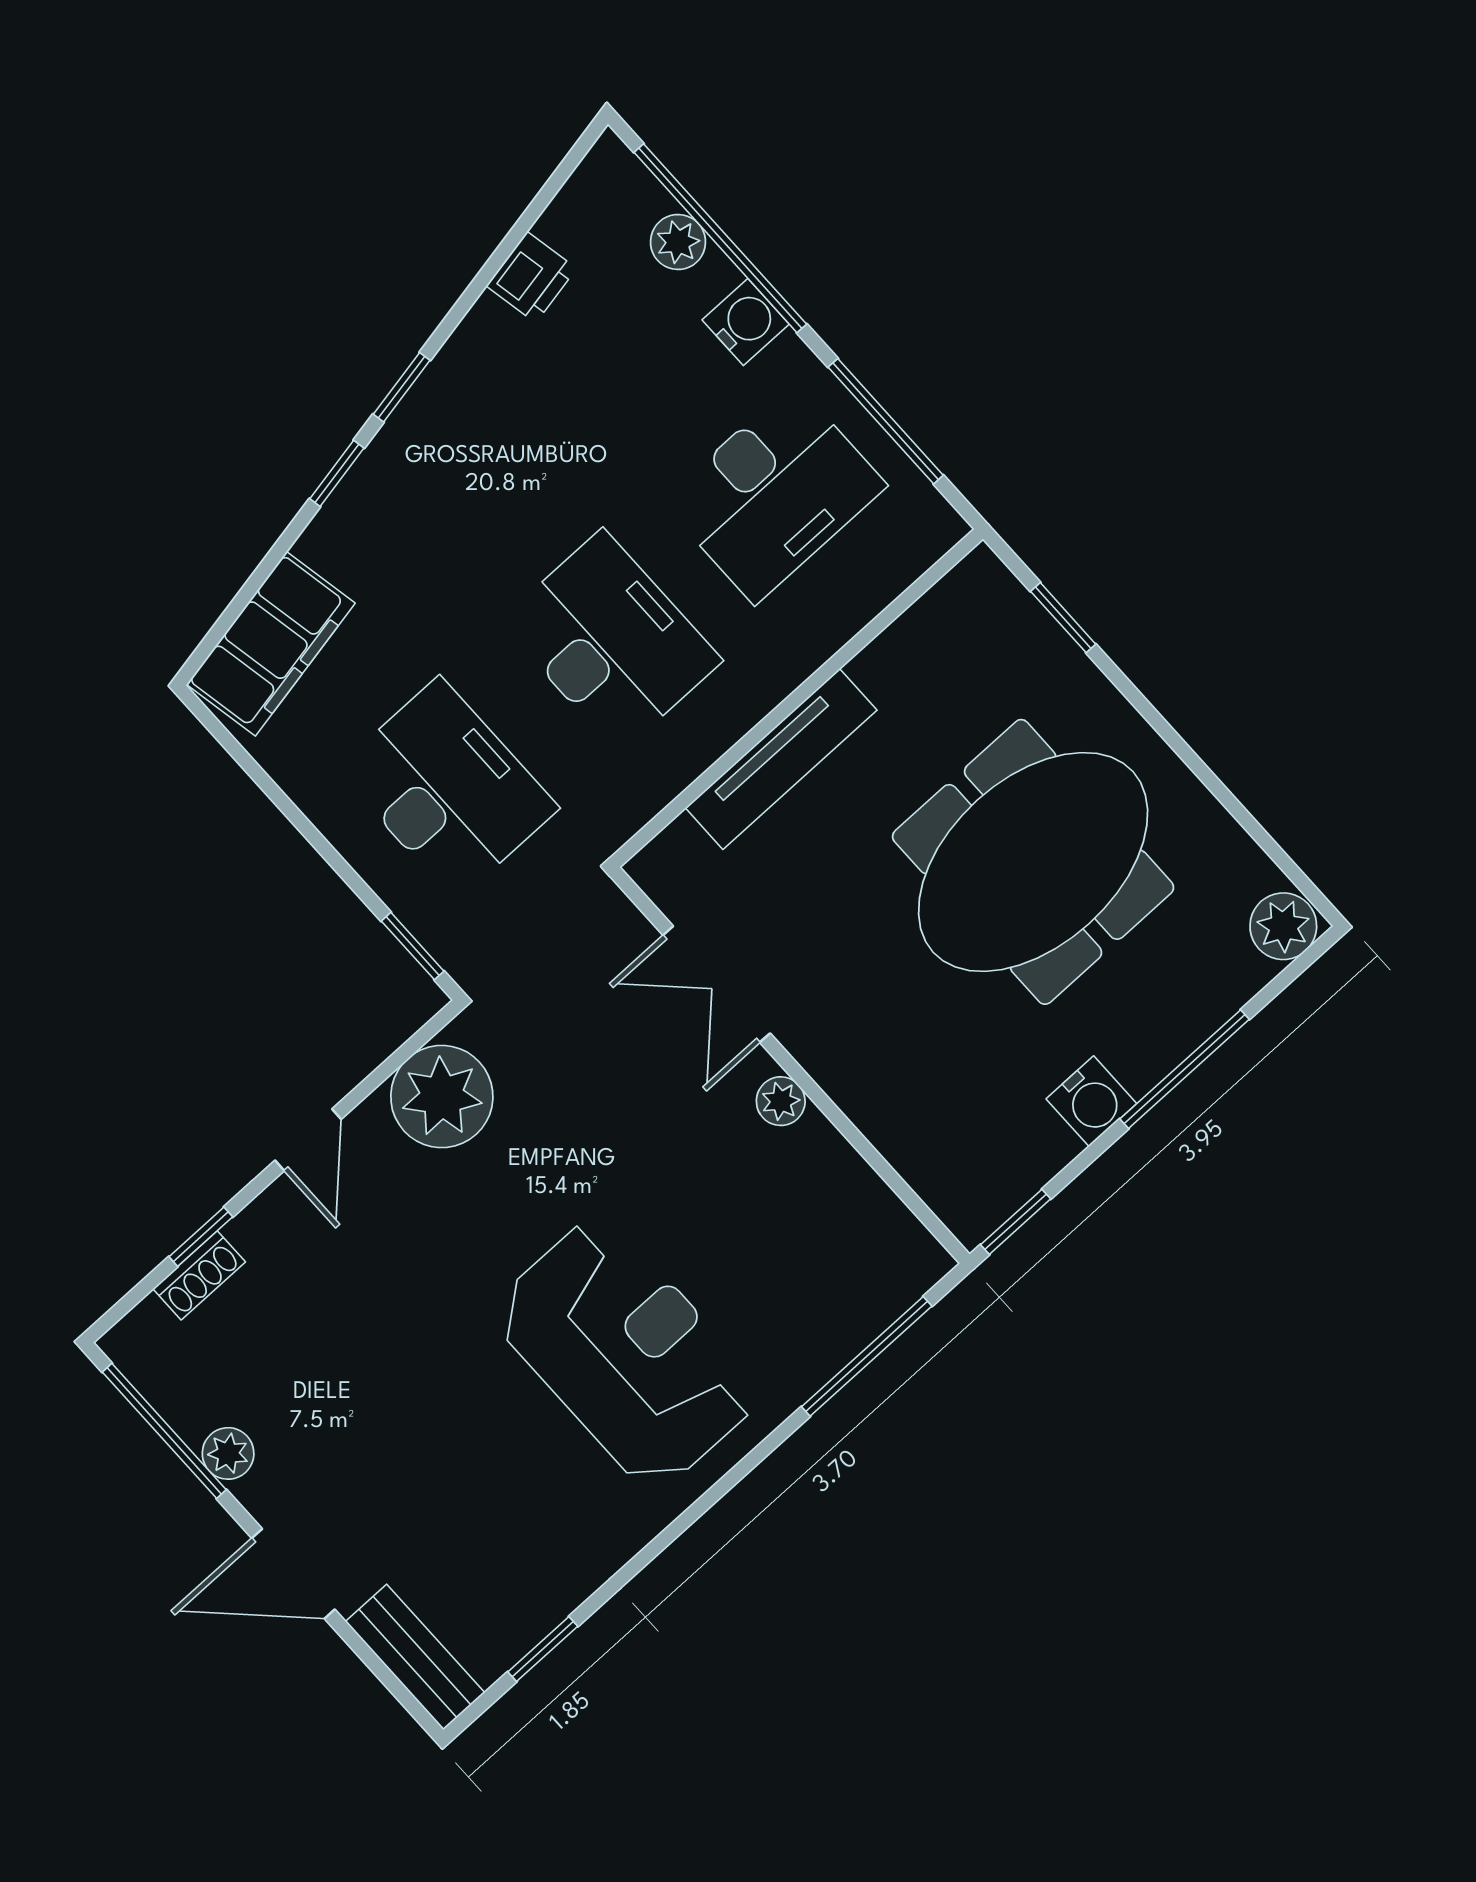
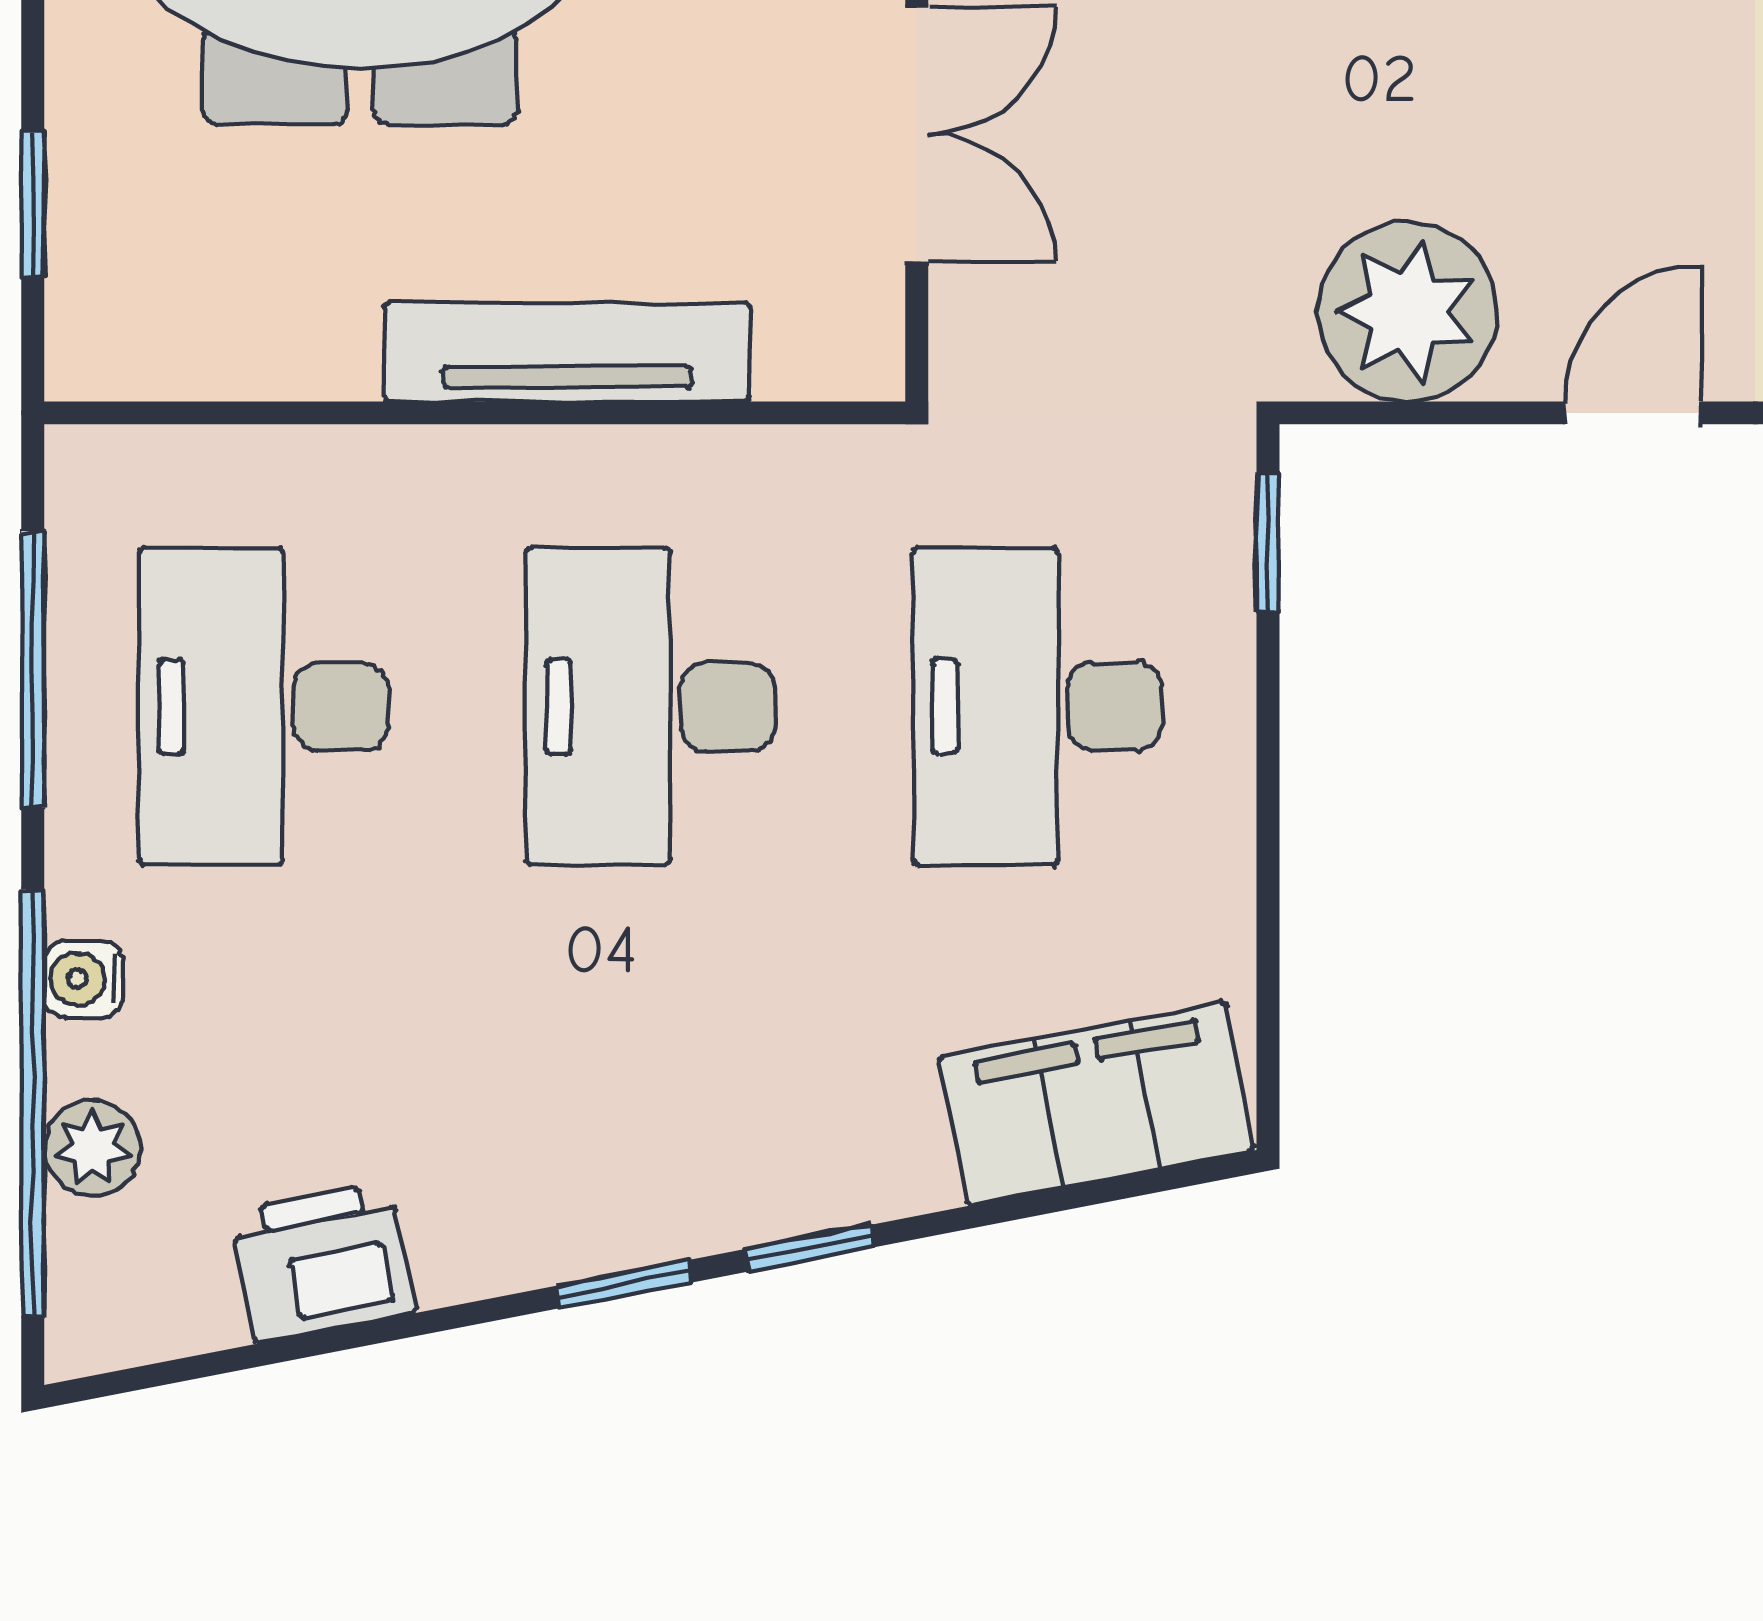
printer: (531, 277) -> (323, 1262), width x1.36, depth x1.24
water cooler: (746, 322) -> (83, 979), width x0.72, depth x0.72
desk: (774, 494) -> (264, 706), turned -90

